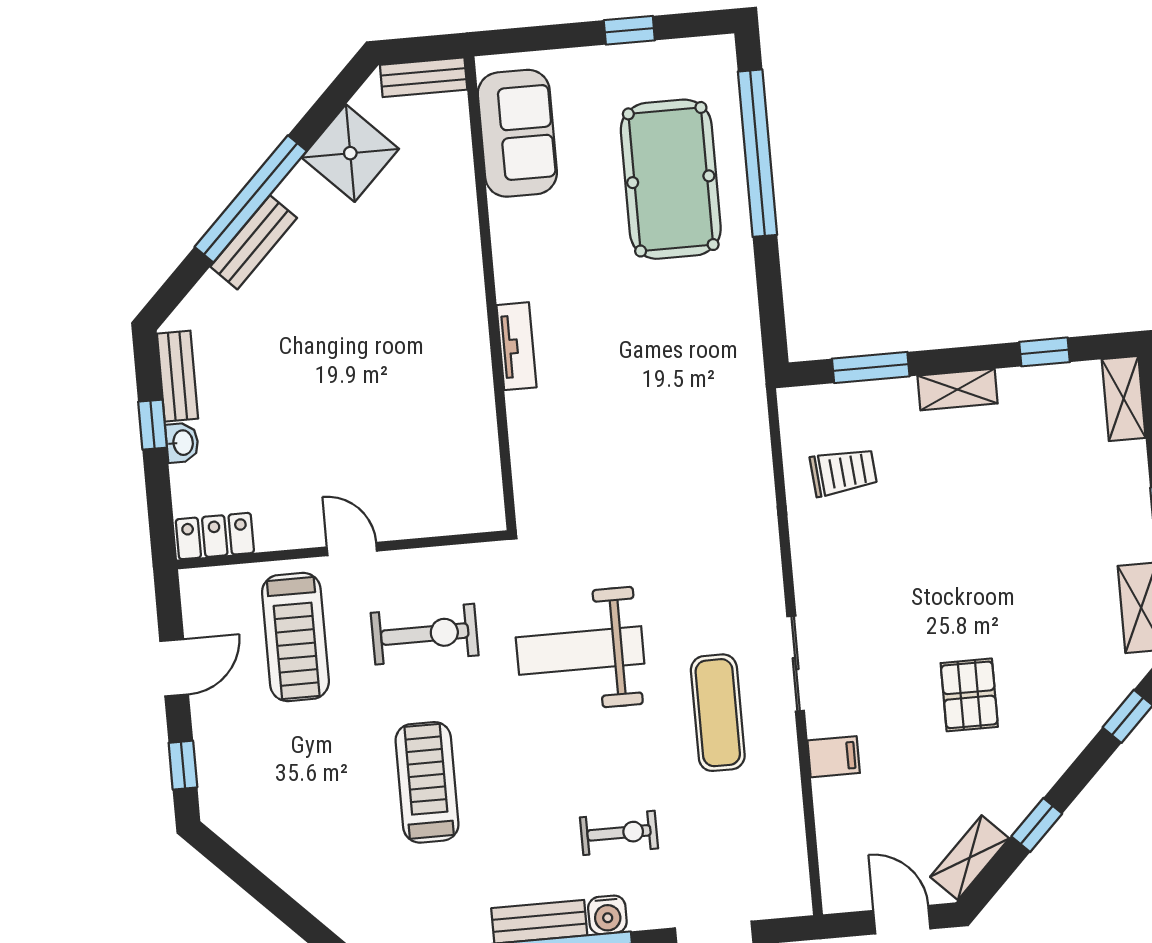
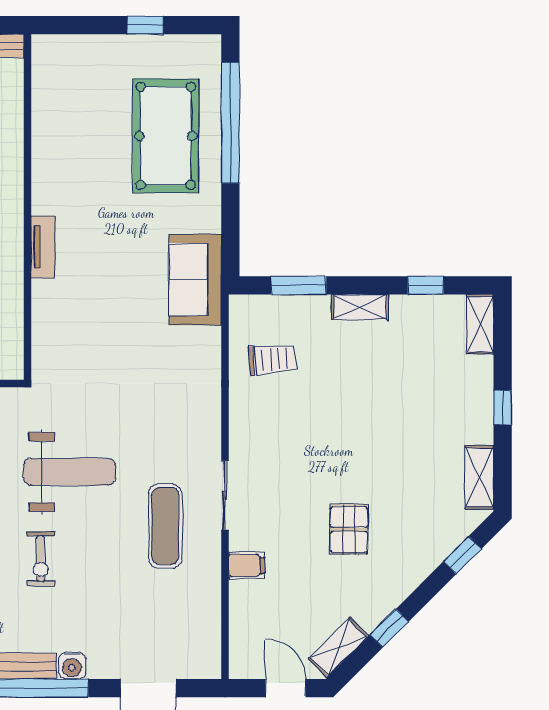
sofa: (517, 133) -> (195, 280), moved, turned 180
weight bench: (580, 650) -> (69, 472), turned 180
exercise bike: (619, 833) -> (40, 559), moved, turned 90

